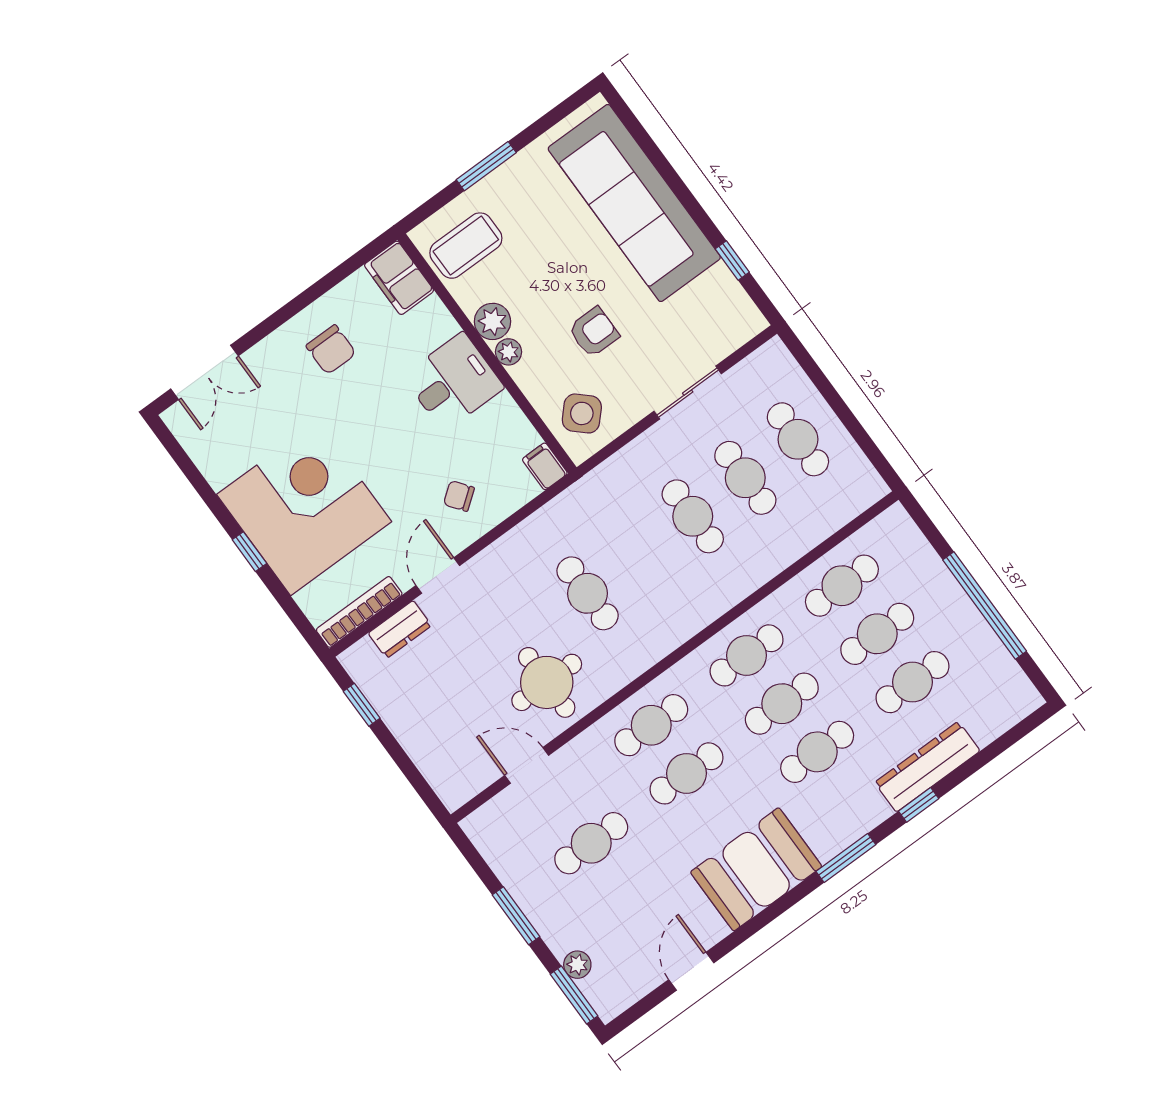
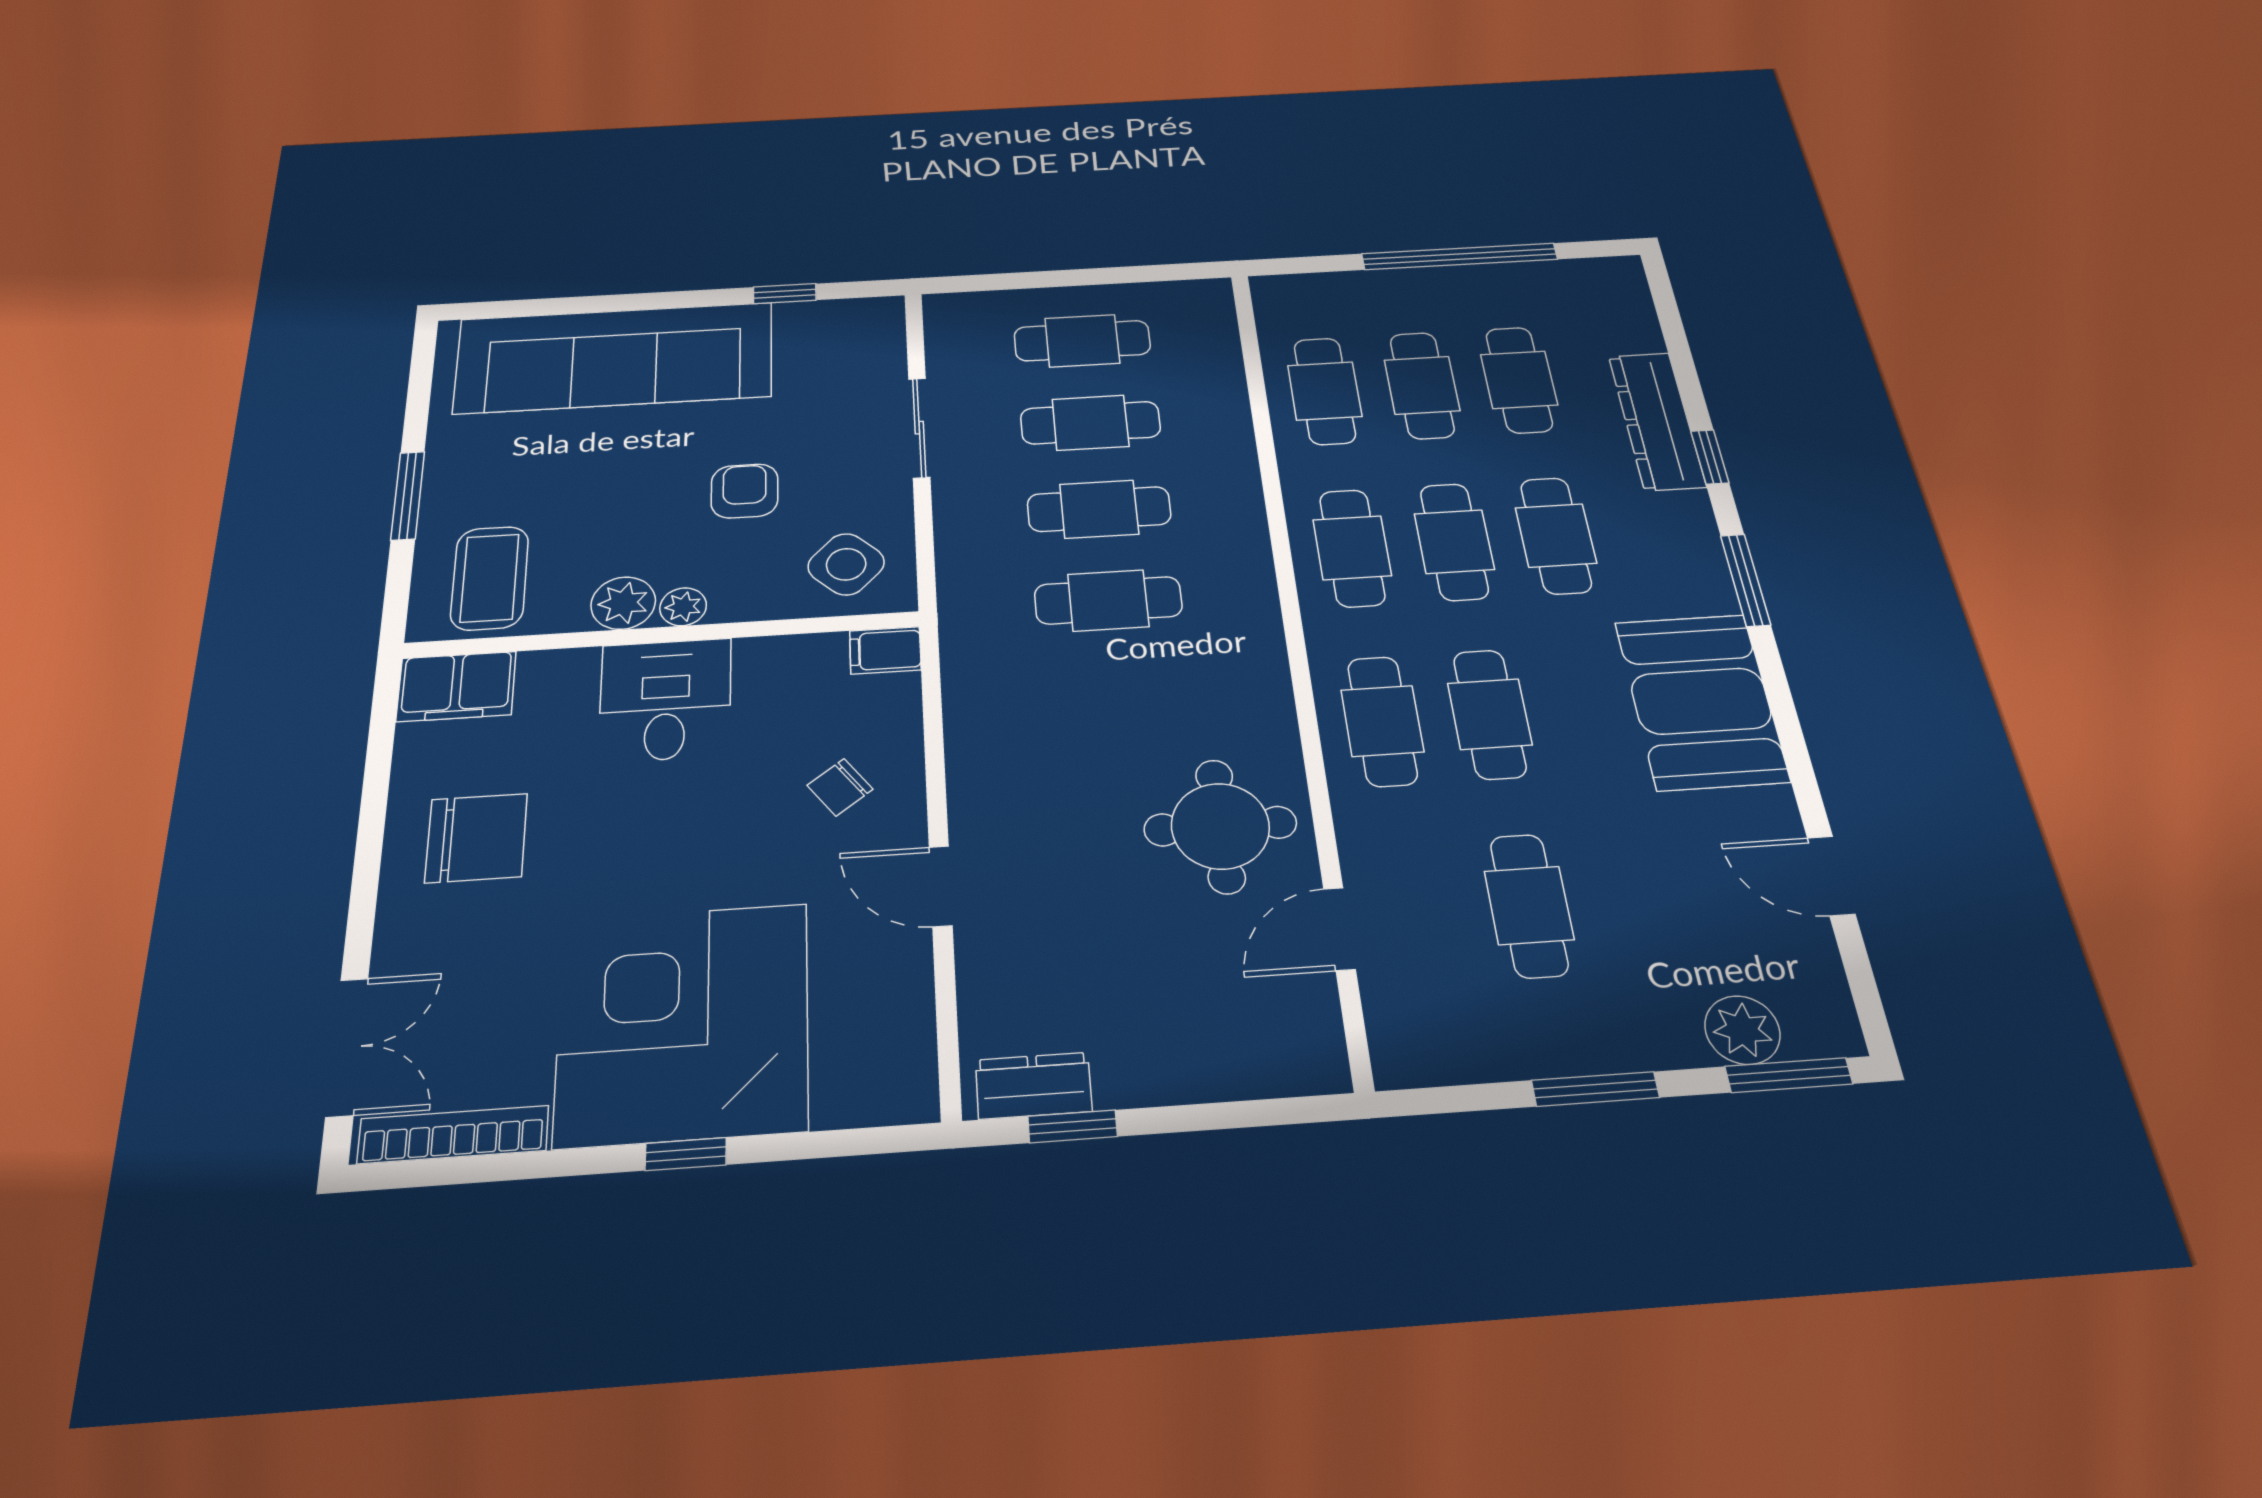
chair: (331, 350) -> (476, 838), width x1.37, depth x1.37
cafe table: (588, 593) -> (1108, 600), moved
bookcase: (359, 612) -> (453, 1135), moved, turned 90
dresser: (400, 629) -> (1034, 1086), moved, turned -90
plant: (577, 965) -> (1742, 1030), width x1.38, depth x1.38

